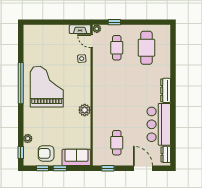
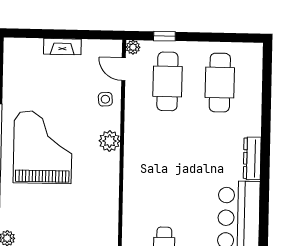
fireplace: (80, 29) -> (62, 47), moved
cafe table: (117, 48) -> (167, 81), width x1.37, depth x1.35
plant: (85, 110) -> (110, 141), moved

